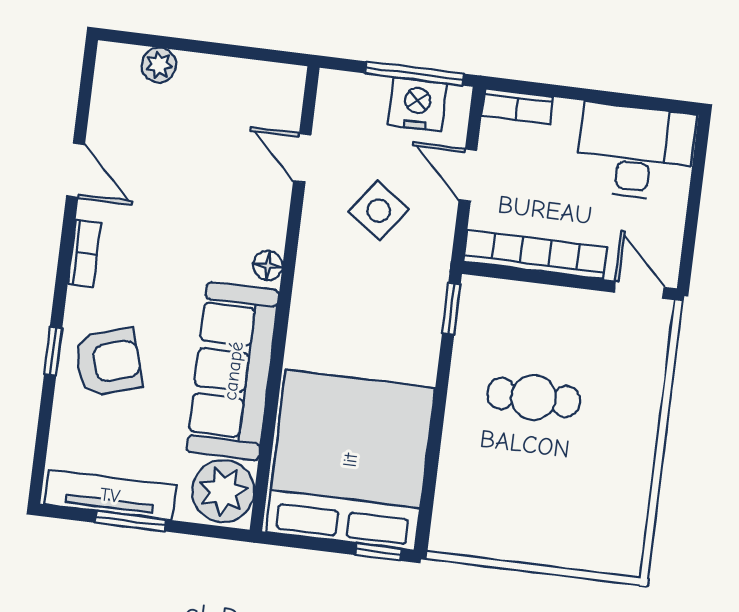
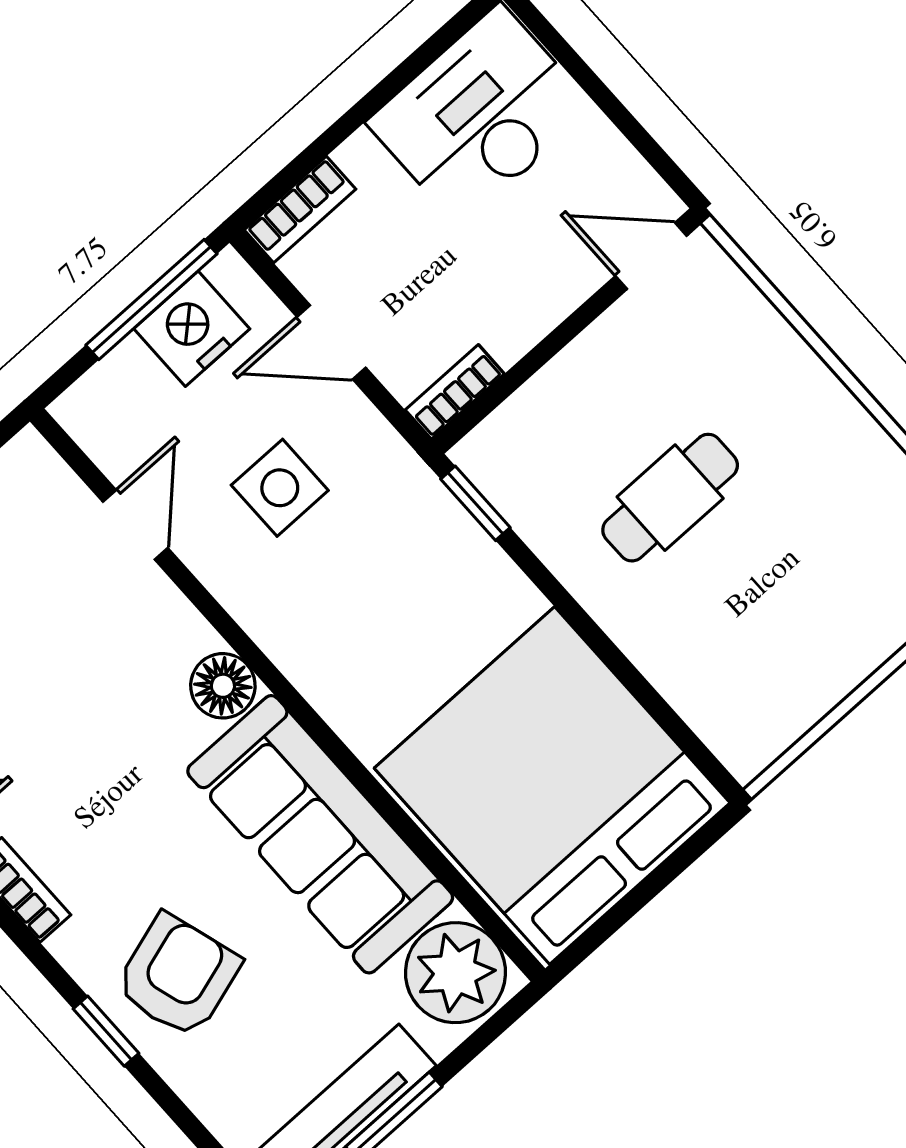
door: (302, 158) -> (135, 525), swing flipped
side table: (379, 211) -> (280, 488), turned -36
bookcase: (535, 255) -> (455, 392), width x0.43, depth x0.76
floor lamp: (268, 266) -> (223, 686), width x1.37, depth x1.37
window: (378, 552) -> (693, 849), removed

